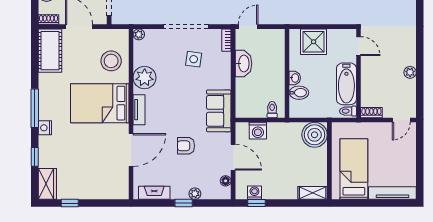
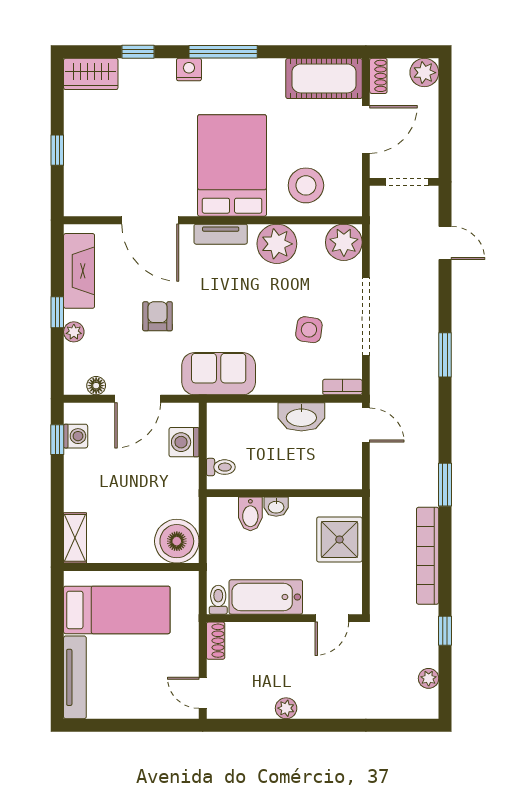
plant: (139, 34) -> (344, 242), width x1.88, depth x1.88
fireplace: (154, 193) -> (79, 271), width x1.37, depth x1.32
window: (70, 203) -> (57, 150), moved

